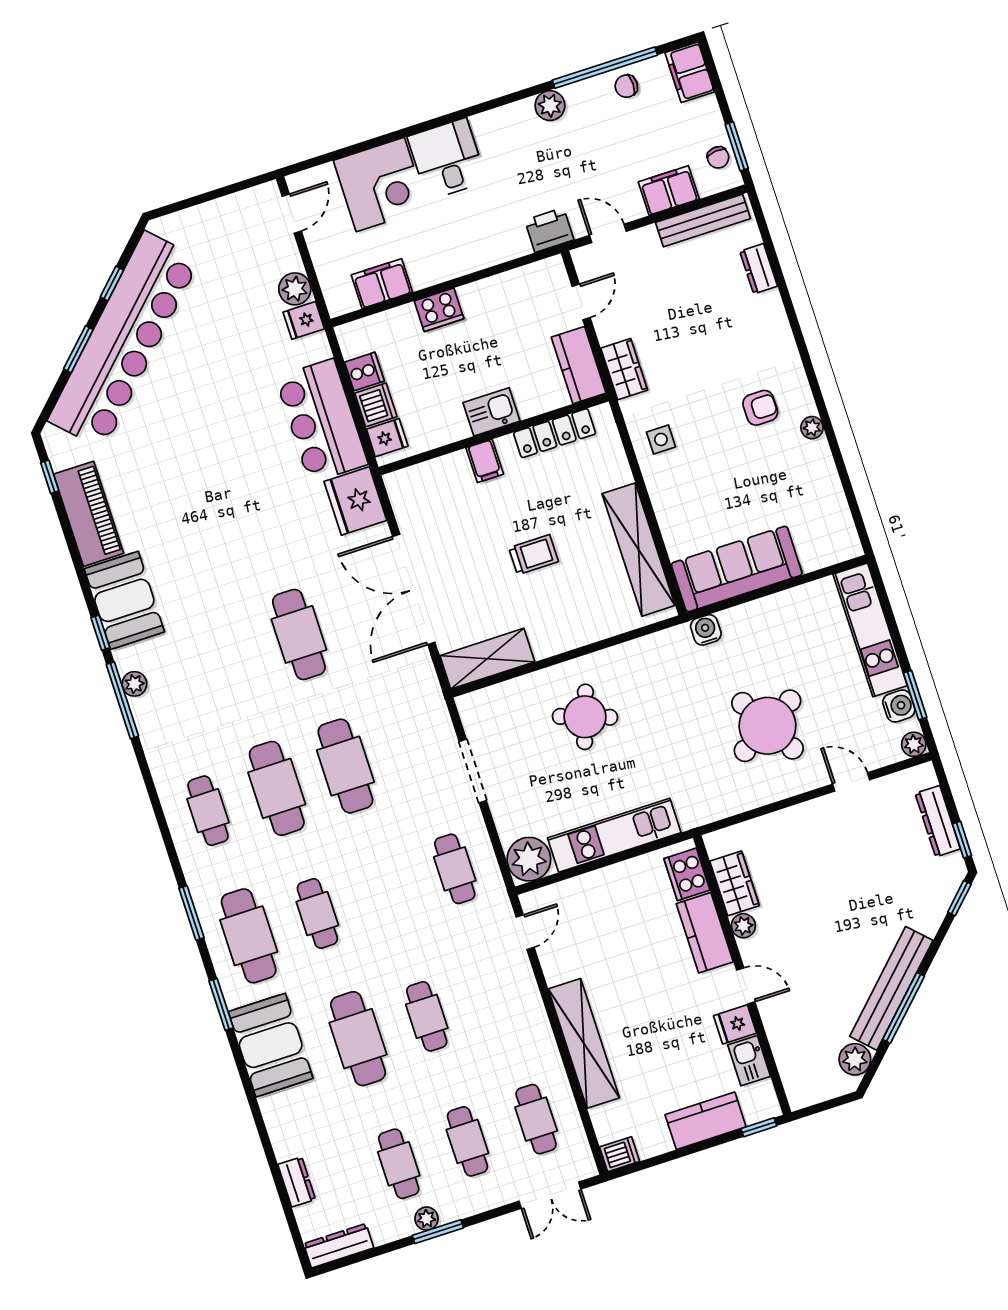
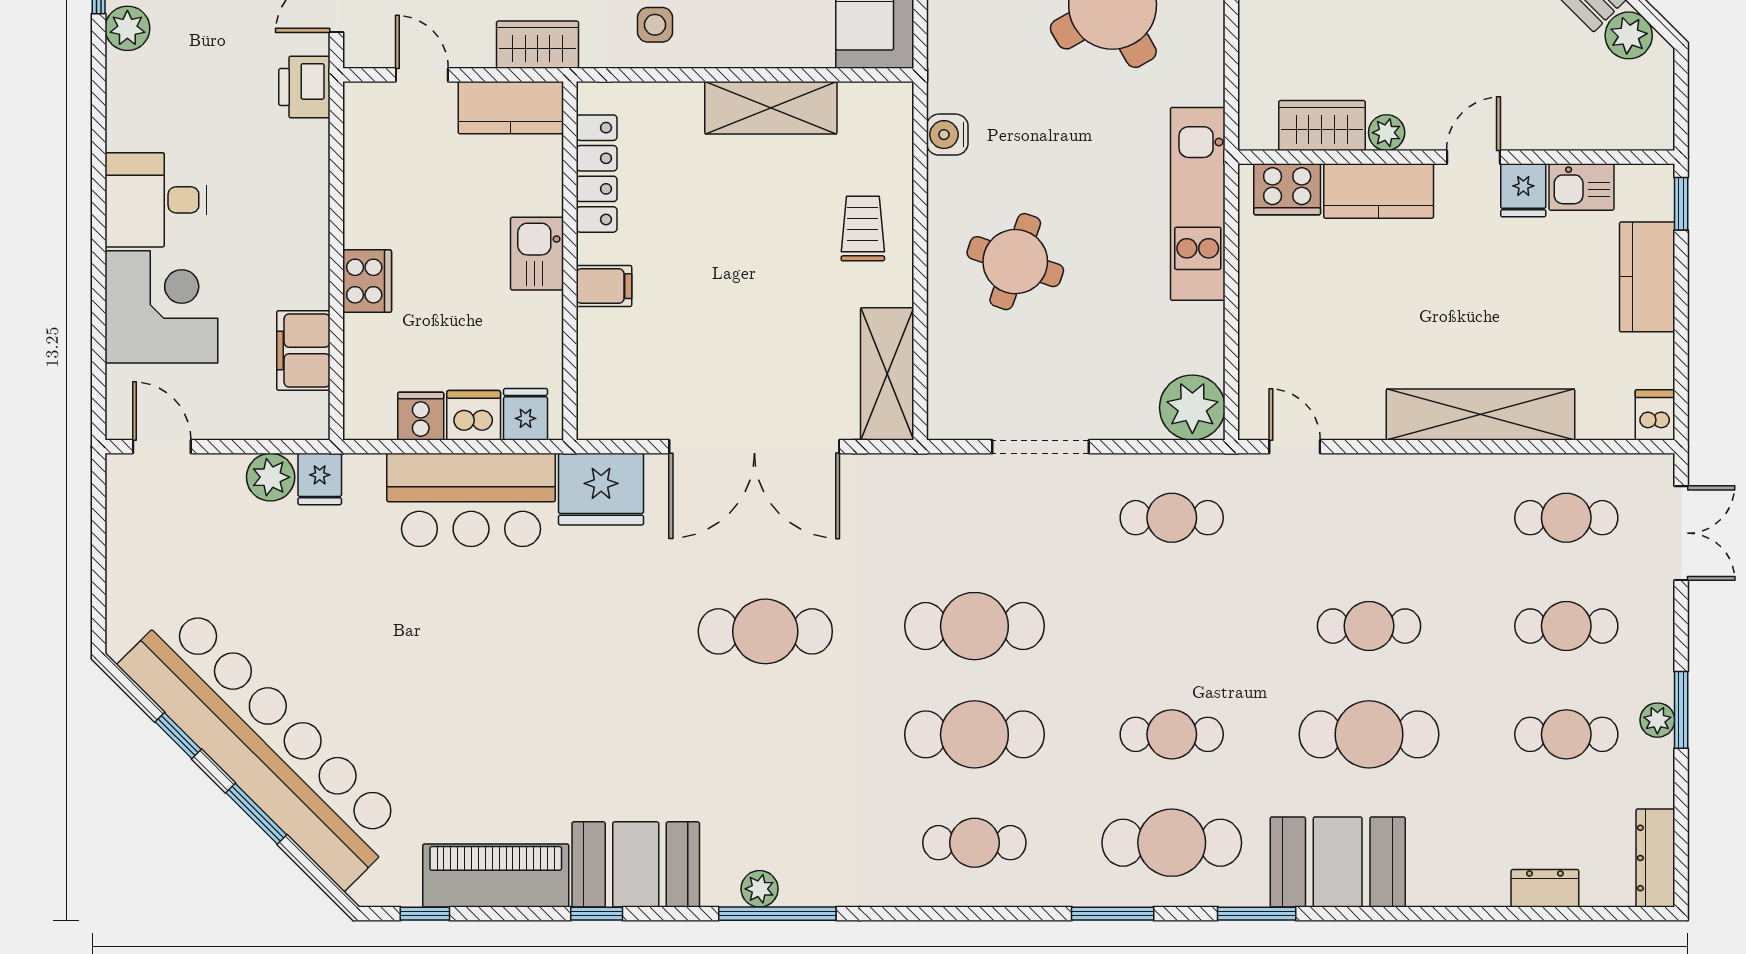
shelving: (639, 550) -> (771, 108), width x0.68
trolley: (534, 555) -> (863, 229), moved
water cooler: (706, 630) -> (947, 135), moved
window: (100, 633) -> (597, 914), moved
kitchen unit: (614, 835) -> (1198, 204), moved

